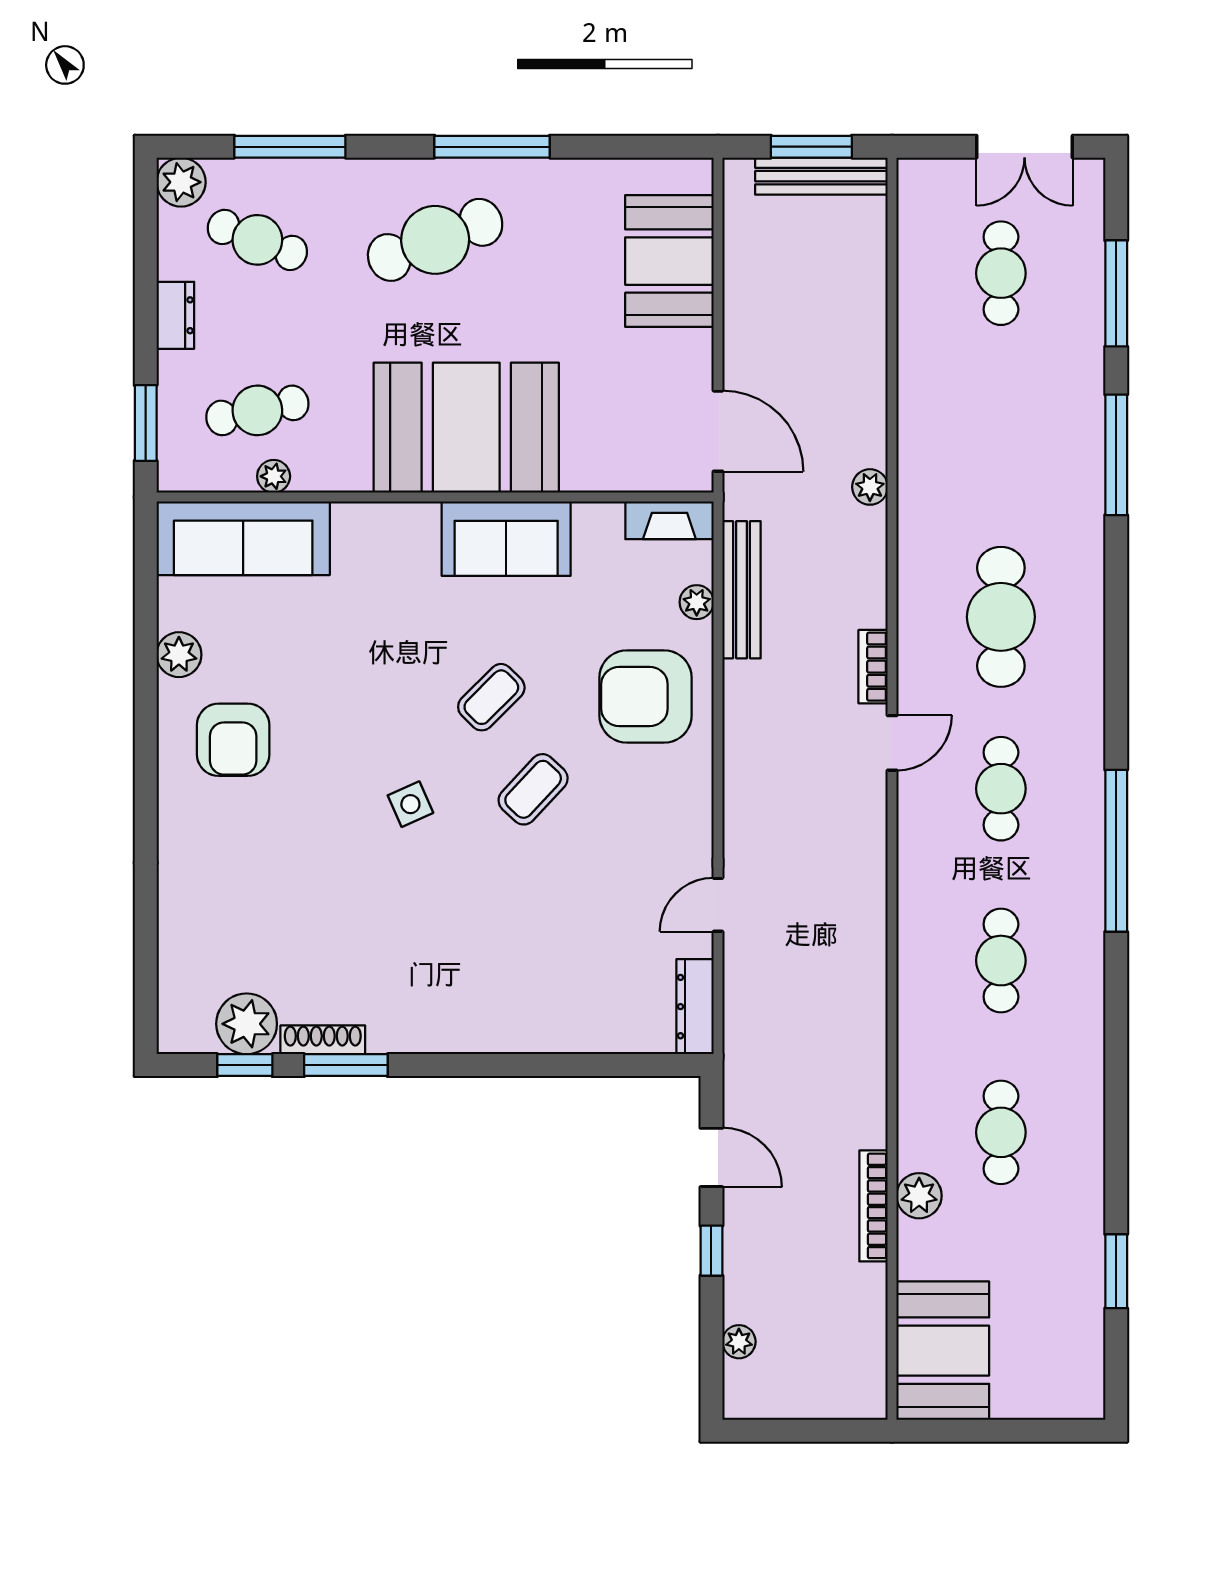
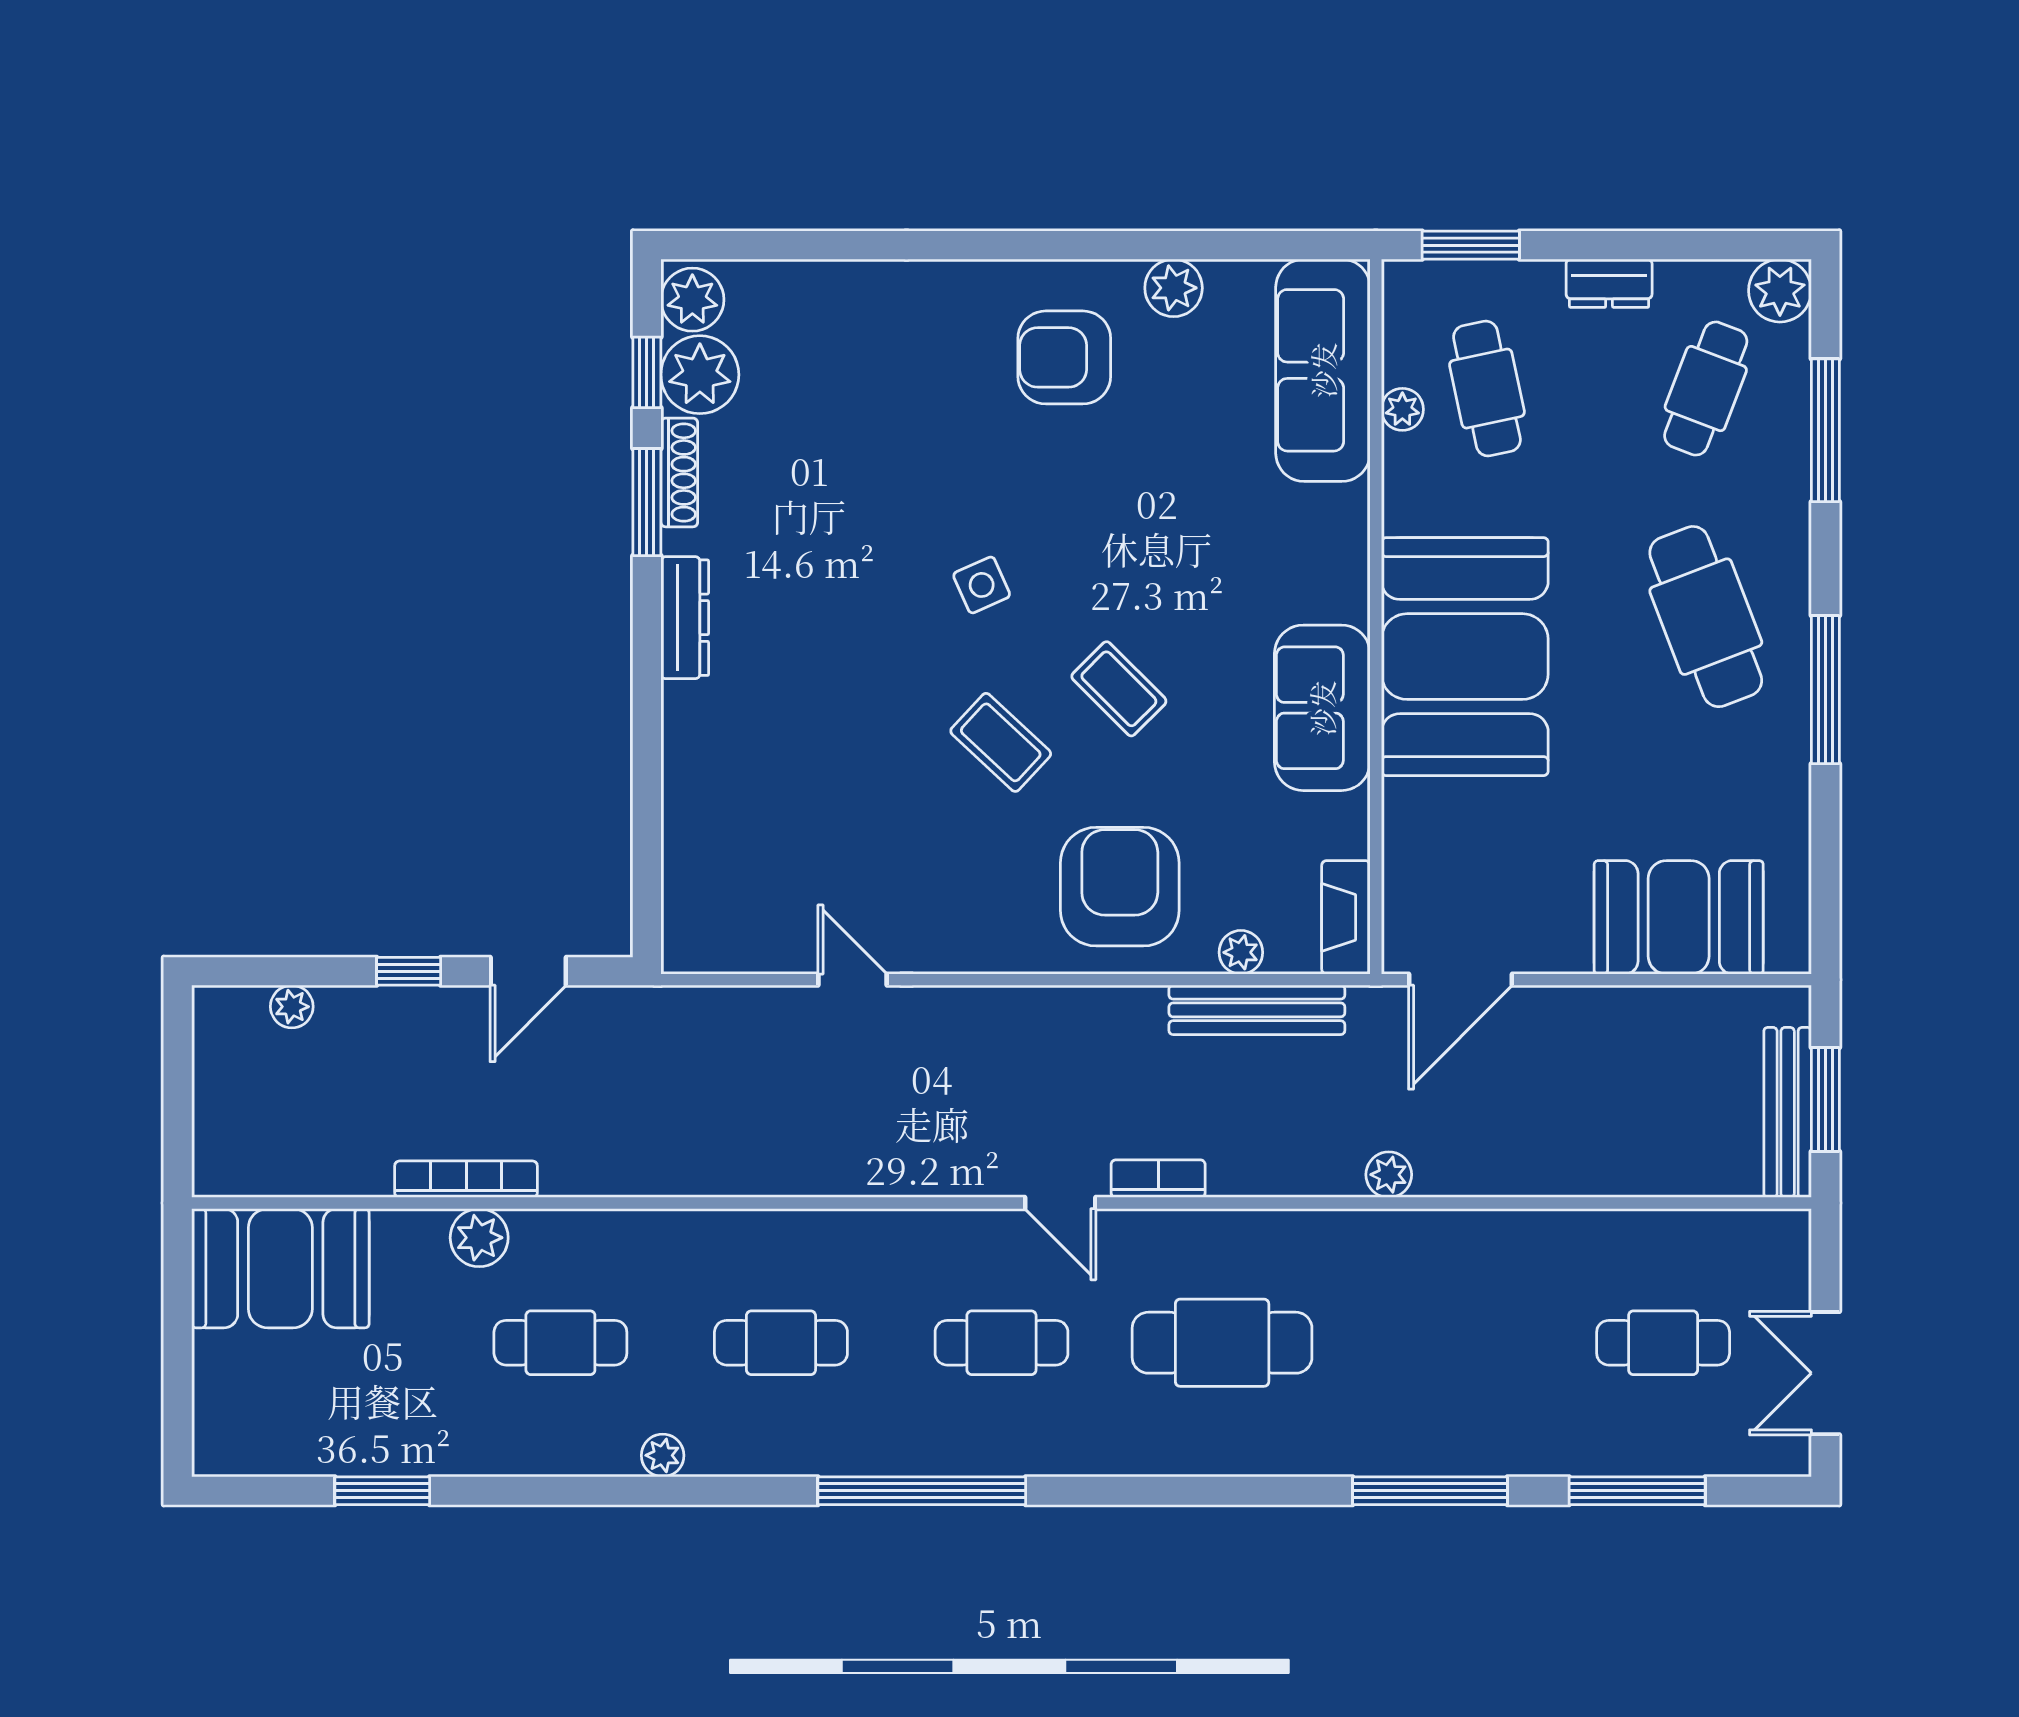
dresser: (695, 1007) -> (685, 618), moved, turned 90
plant: (188, 1030) -> (692, 300), added
plant: (1089, 1053) -> (663, 1455), added

